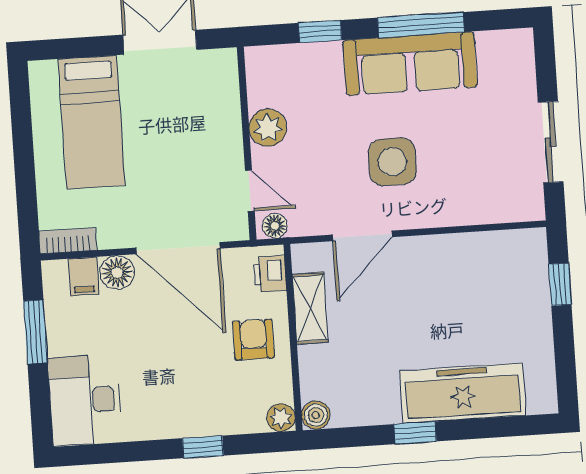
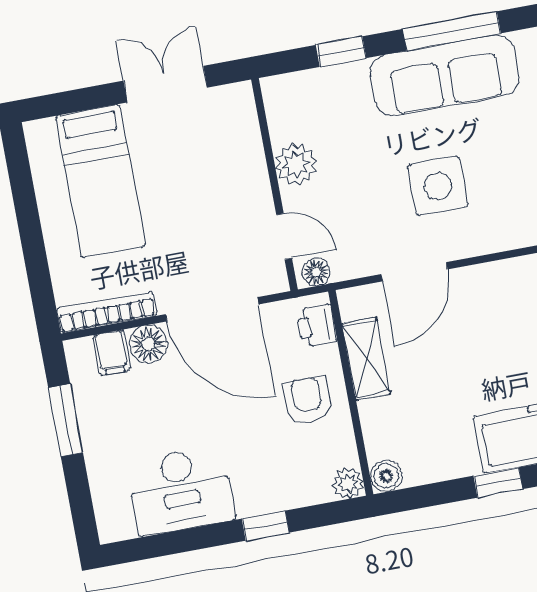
bookcase: (68, 241) -> (107, 312), width x1.56
desk: (85, 400) -> (181, 491), moved, turned -90

